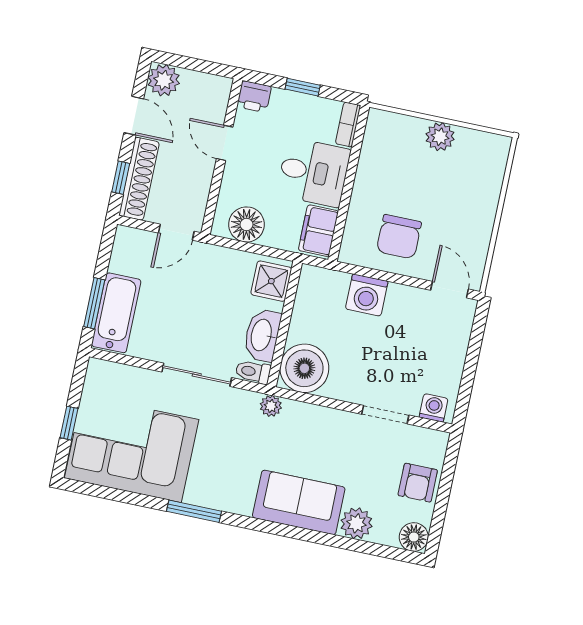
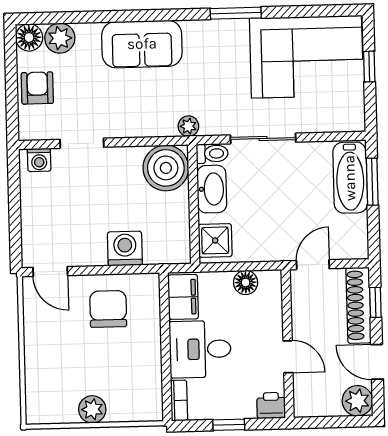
floor lamp: (246, 224) -> (246, 282), width x0.73, depth x0.73
plant: (356, 523) -> (60, 38), moved

